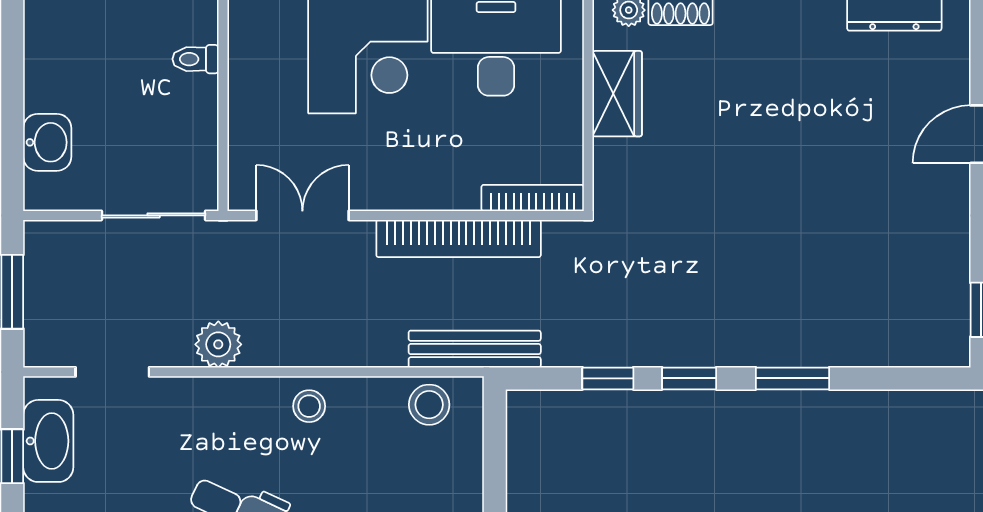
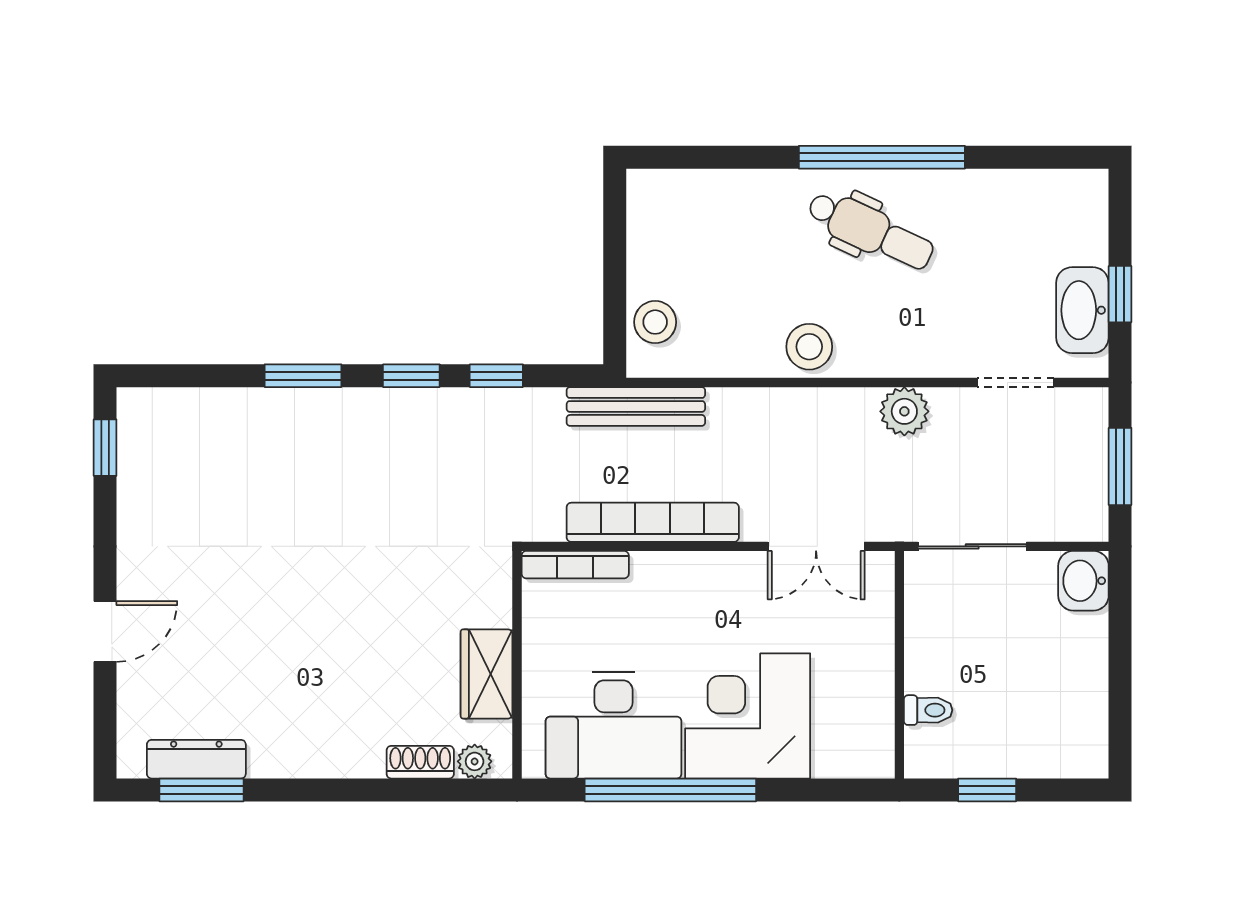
washbasin: (47, 142) -> (1083, 581), moved
stool: (429, 405) -> (655, 322), moved
stool: (309, 406) -> (809, 347), width x1.37, depth x1.37

